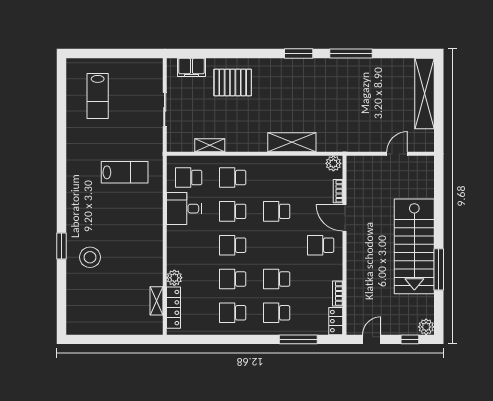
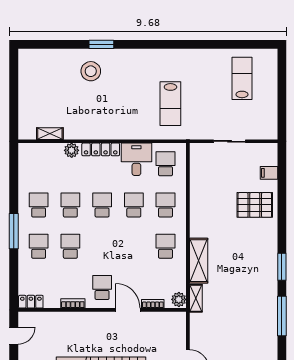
filing cabinet: (191, 67) -> (269, 173), width x0.50
pallet: (233, 82) -> (255, 205), turned 90
lab bench: (98, 96) -> (242, 78), turned 90
shelving: (210, 145) -> (196, 298), moved
school desk: (277, 211) -> (166, 246), moved
door: (345, 218) -> (128, 310), hinge flipped
bookcase: (338, 293) -> (73, 303), moved
locker: (173, 308) -> (101, 149), moved
window: (298, 339) -> (14, 231), moved
door: (372, 339) -> (14, 336), hinge flipped

